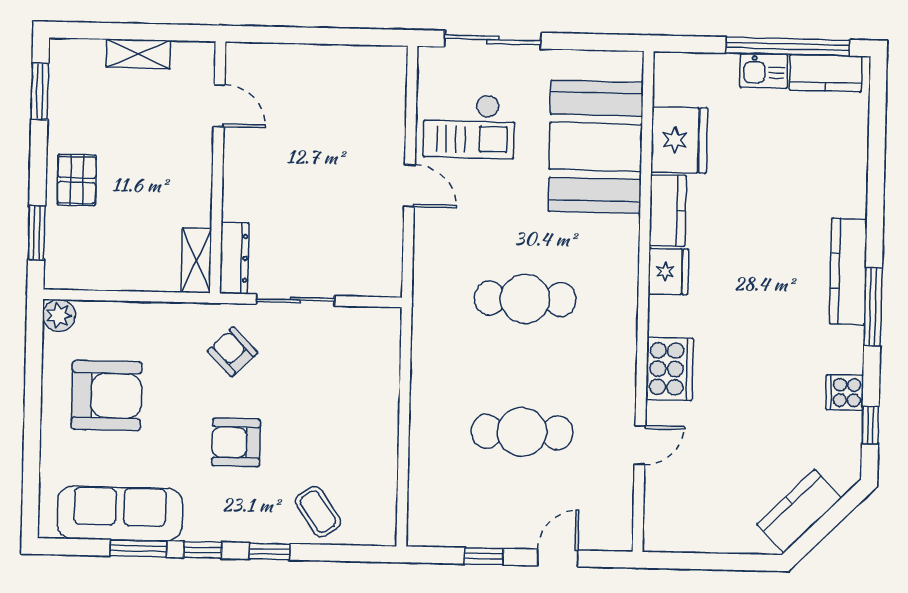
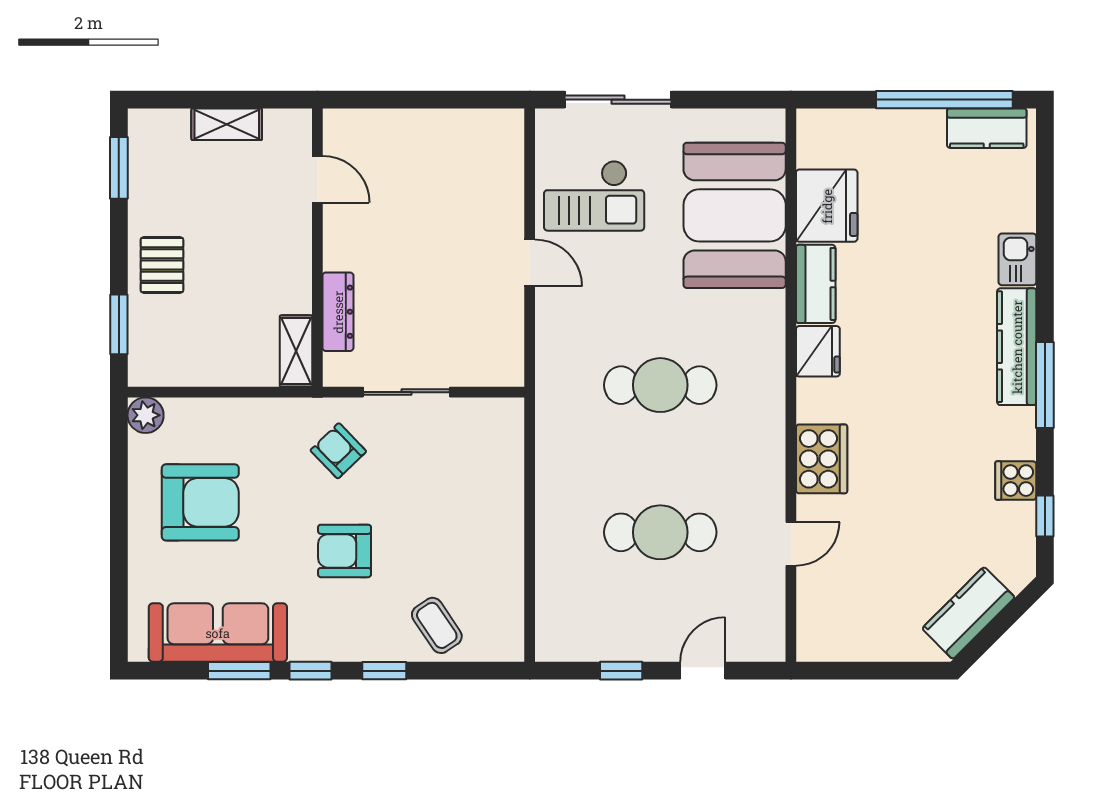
kitchen sink: (764, 71) -> (1017, 259), moved, turned 90
dresser: (234, 258) -> (338, 312), moved

